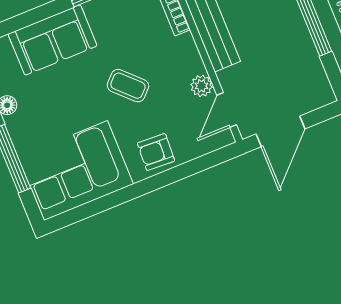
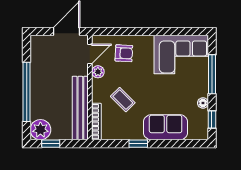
coffee table: (128, 86) -> (123, 100), moved
armchair: (156, 152) -> (124, 53), moved

